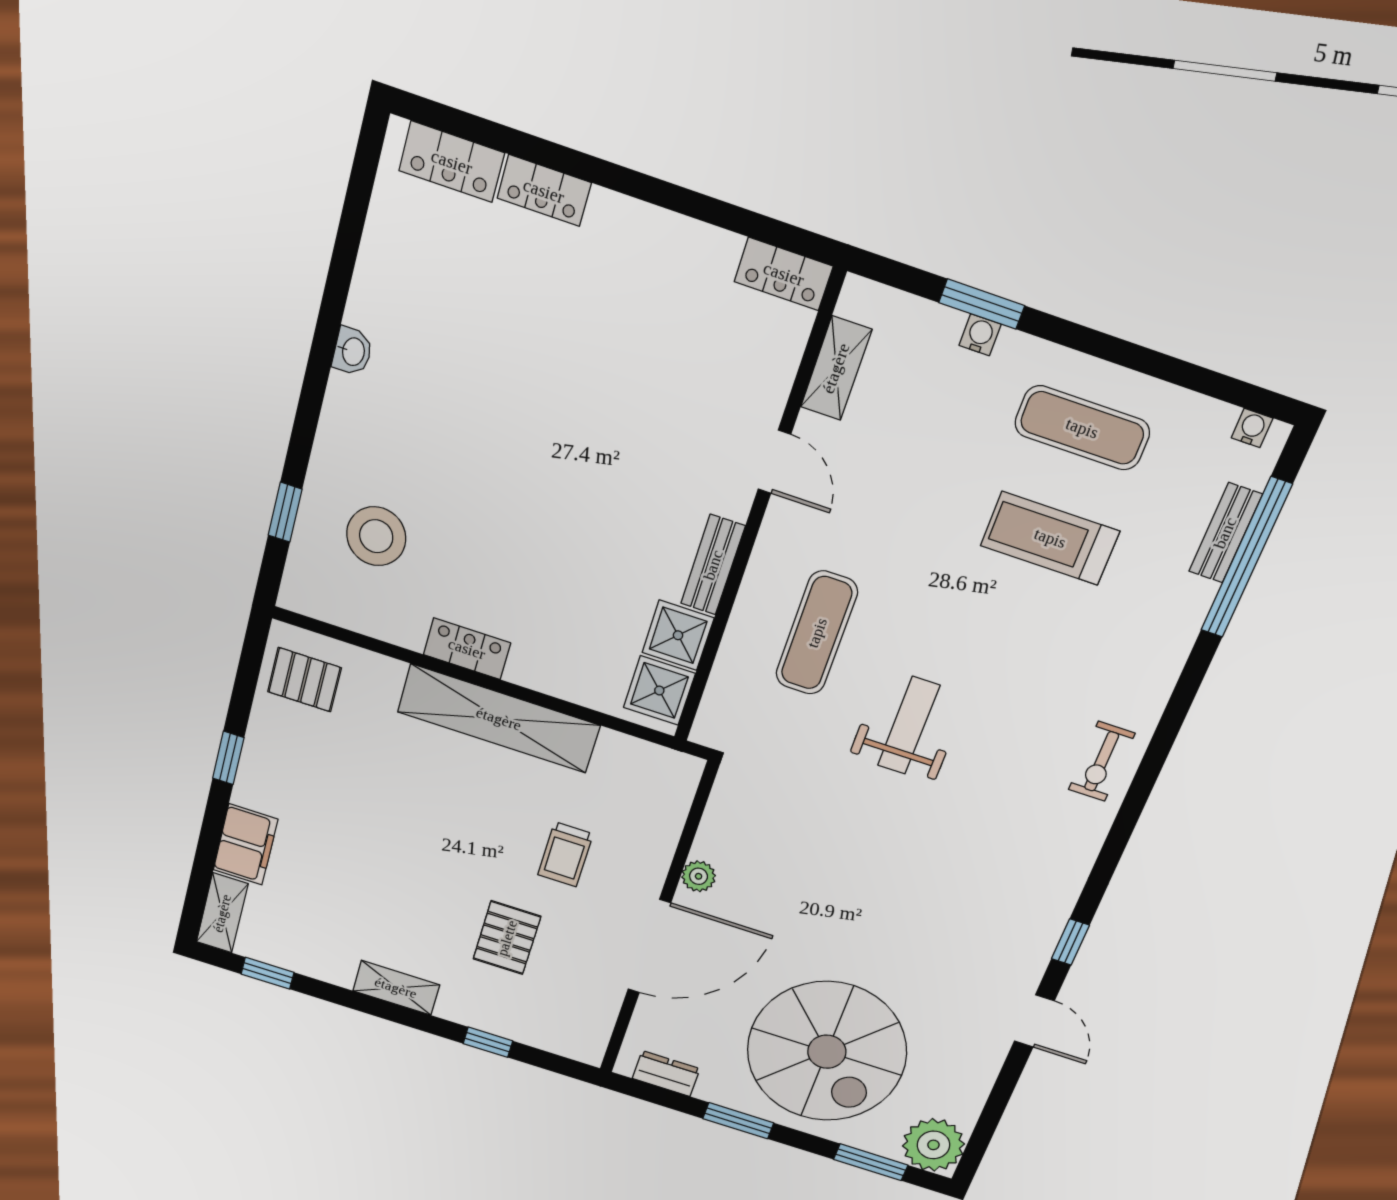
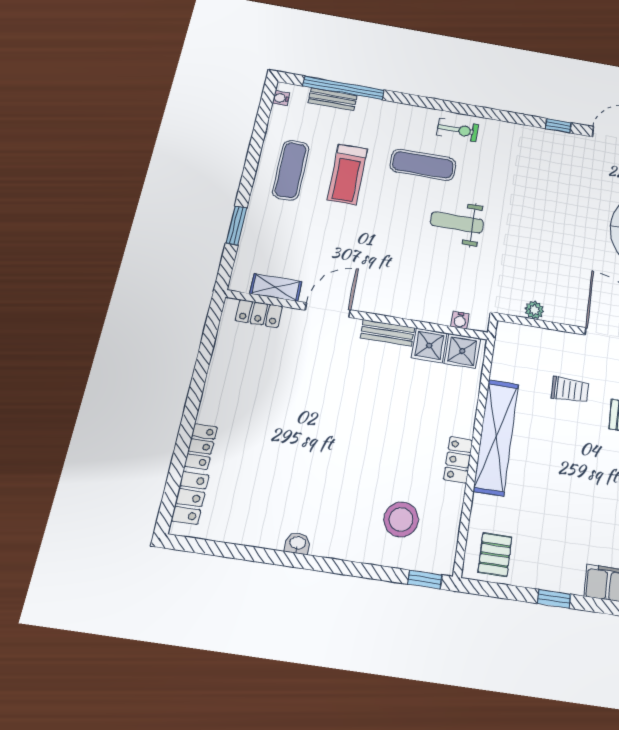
locker: (784, 274) -> (259, 314), moved, turned 90
water cooler: (980, 335) -> (460, 320), moved, turned -90
door: (774, 462) -> (328, 310), width x1.38
window: (285, 512) -> (425, 580), moved
exercise mat: (817, 633) -> (423, 165), moved
plant: (699, 876) -> (534, 310), moved

